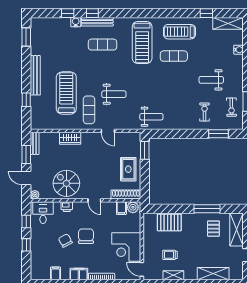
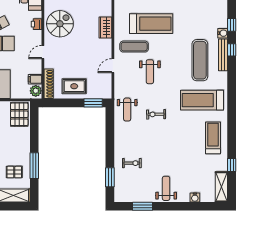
exercise mat: (103, 45) -> (200, 60), width x1.36, depth x1.45
exercise mat: (174, 56) -> (188, 132), removed
weight bench: (211, 80) -> (166, 188), moved
exercise bike: (231, 107) -> (156, 114), moved
pallet: (169, 222) -> (19, 114), moved

